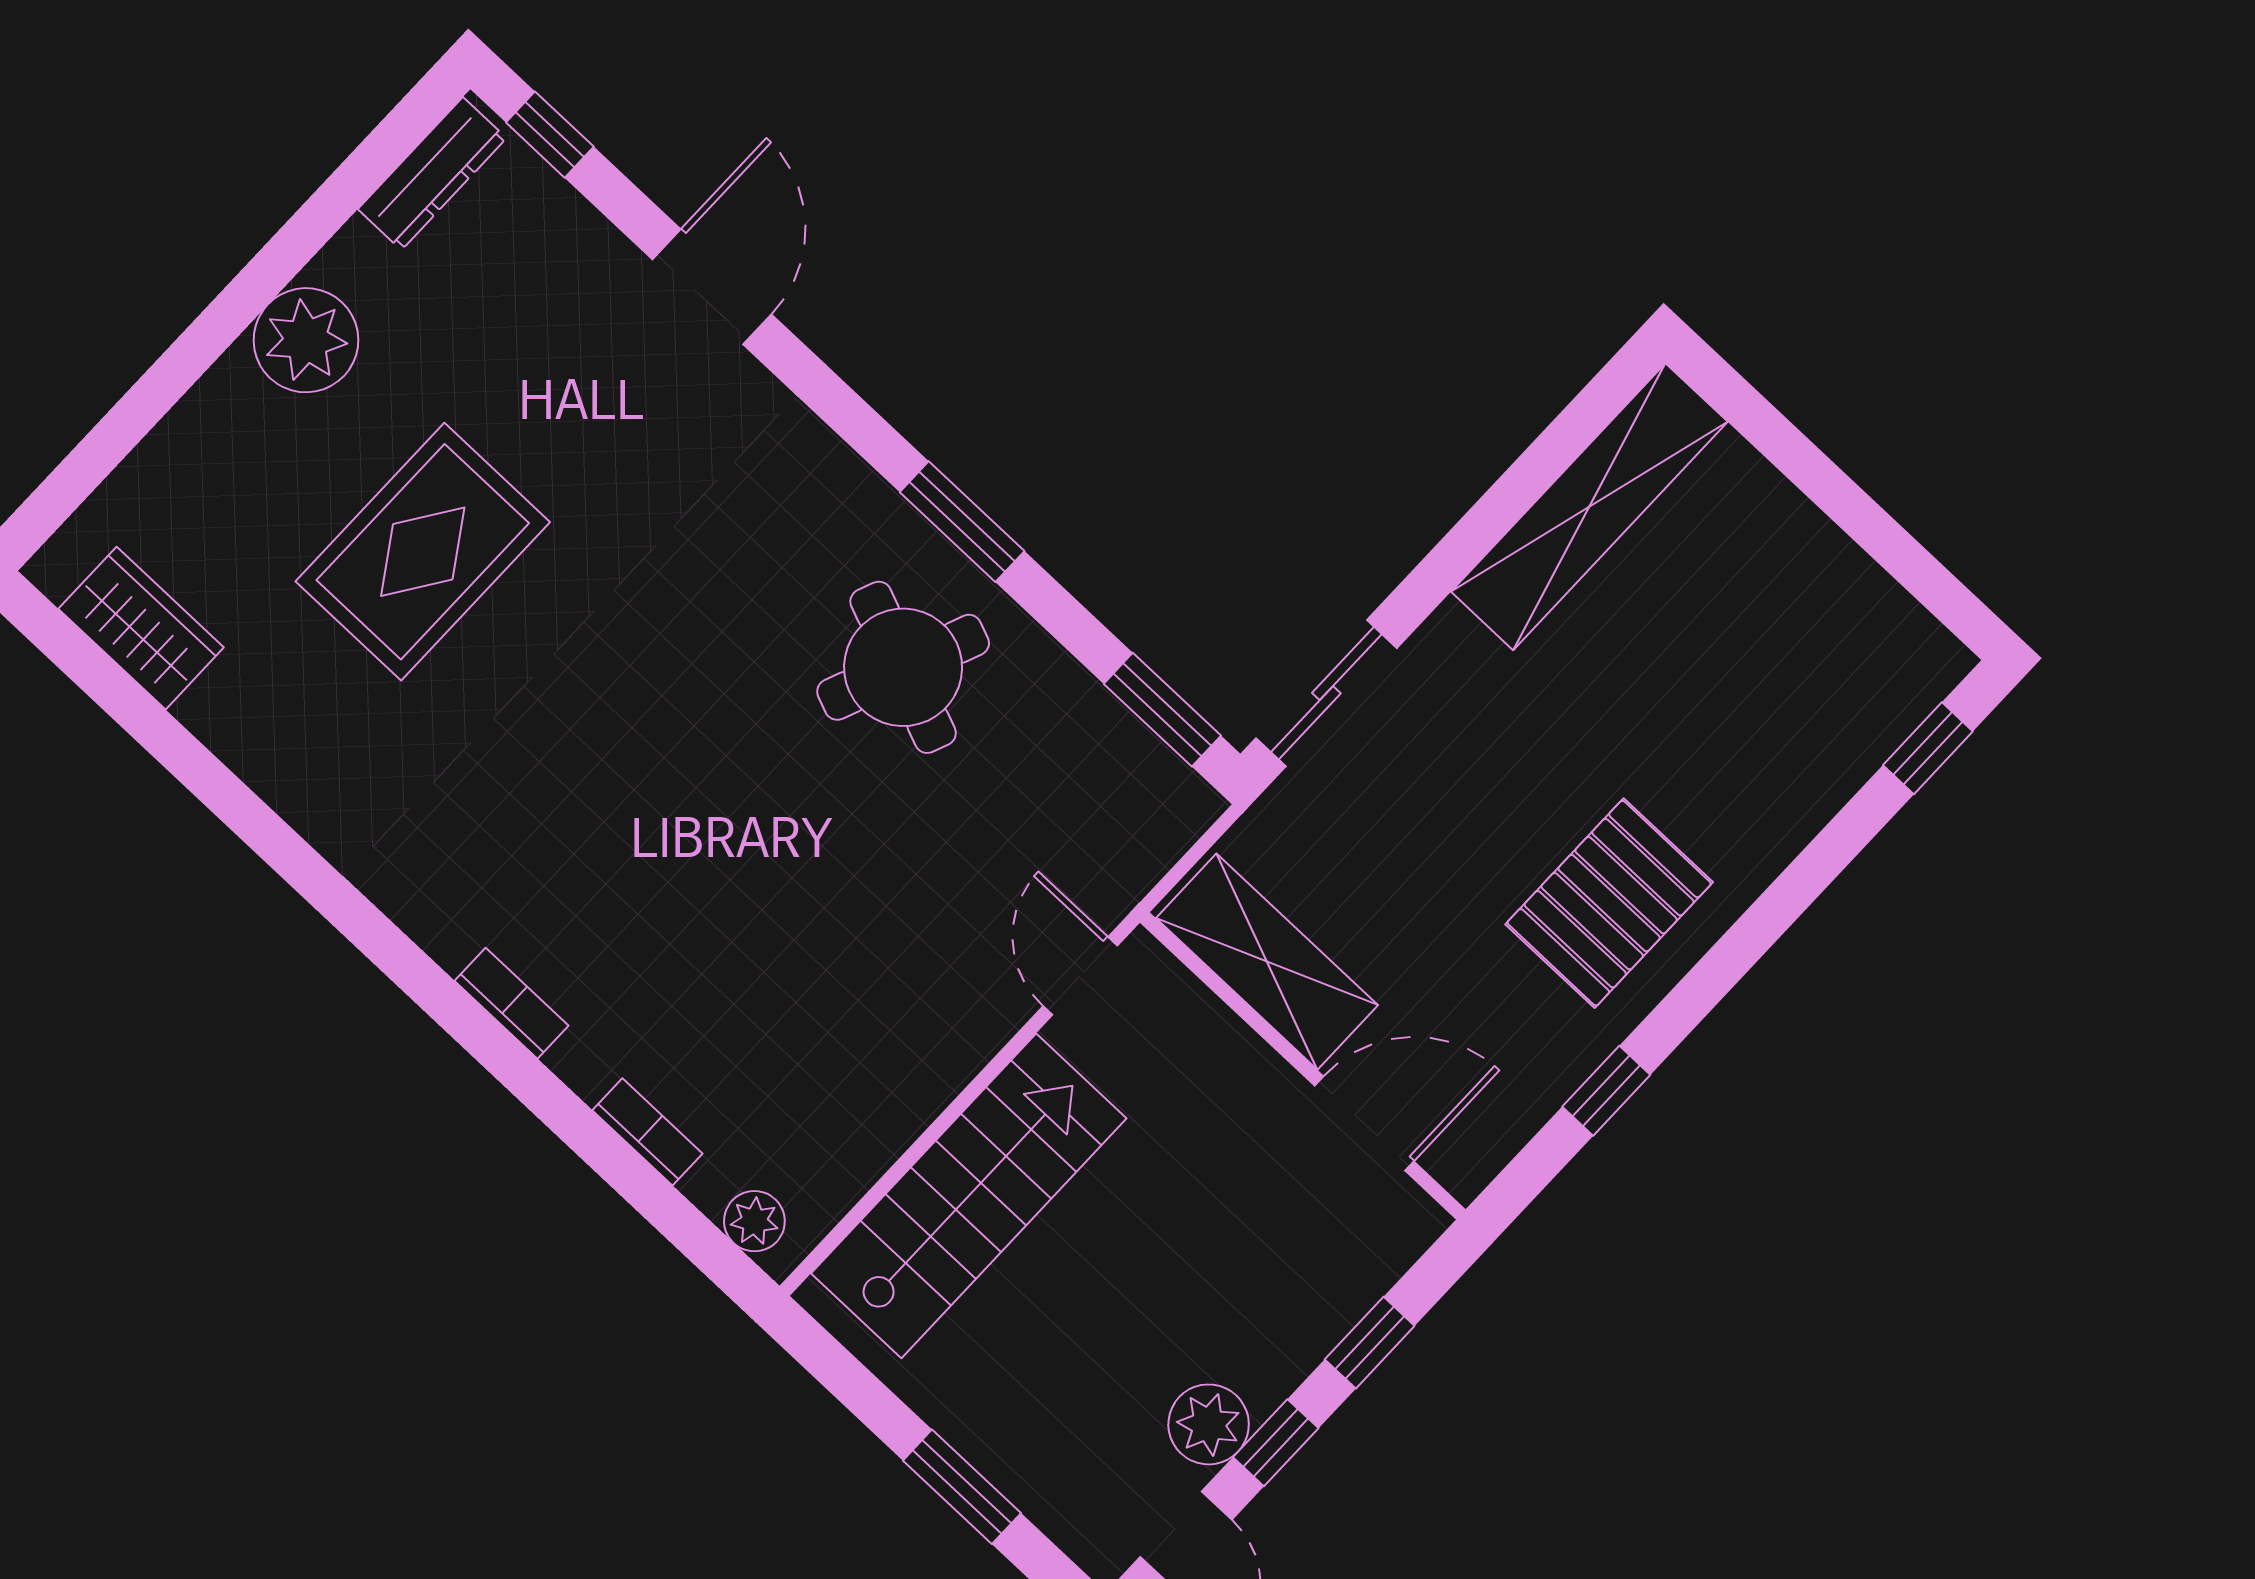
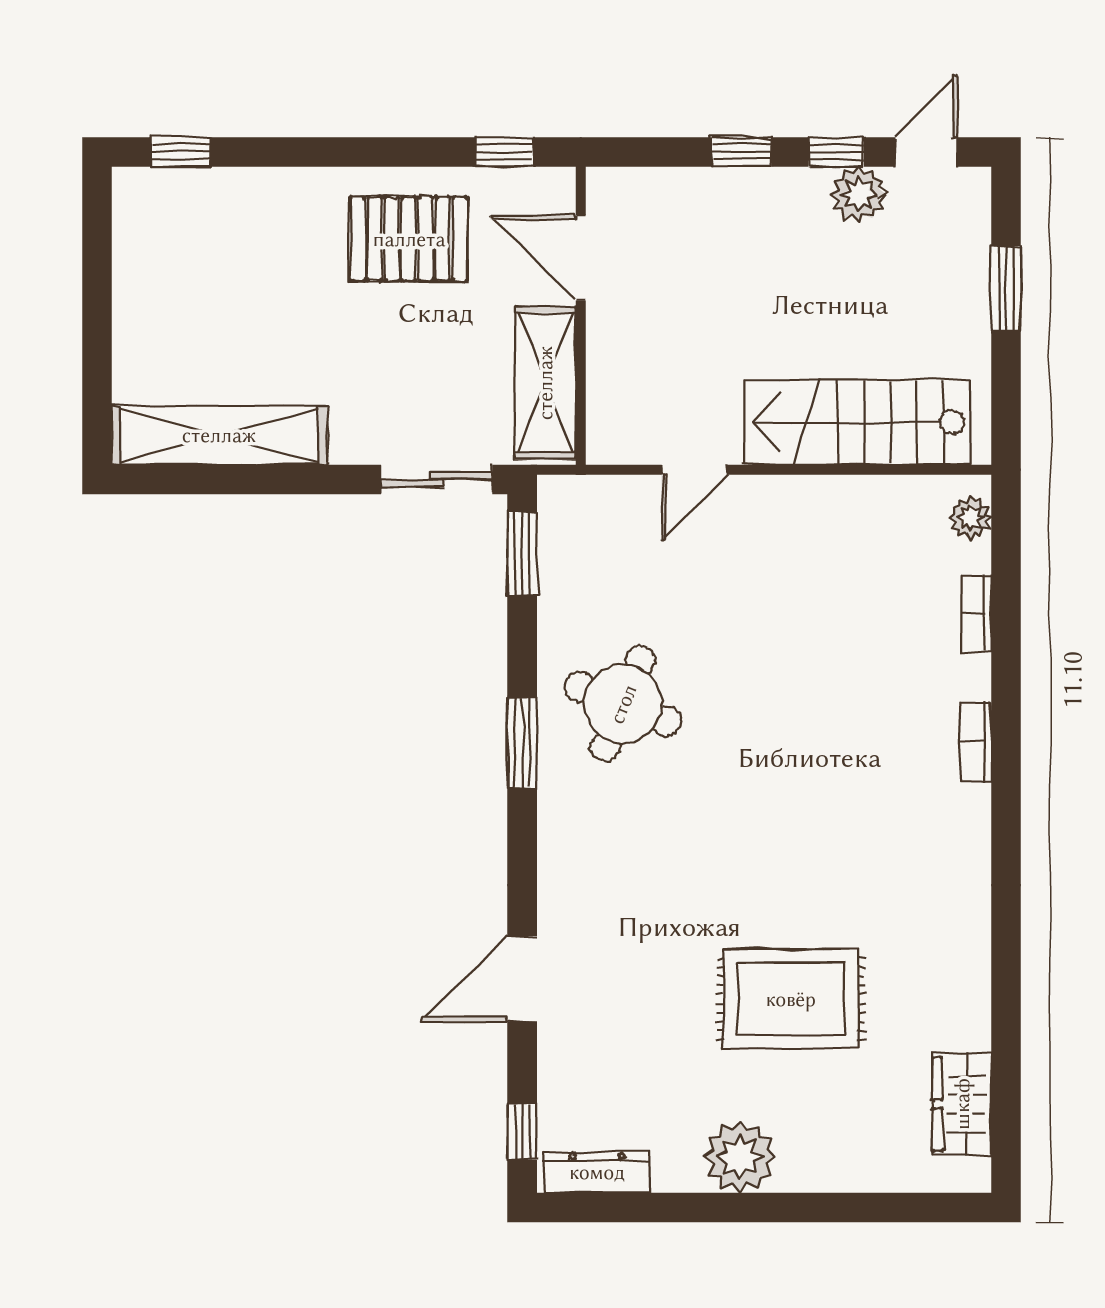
shelving: (1267, 962) -> (545, 383), moved
wall: (1303, 1066) -> (581, 316), moved
door: (1364, 1124) -> (581, 258), moved

